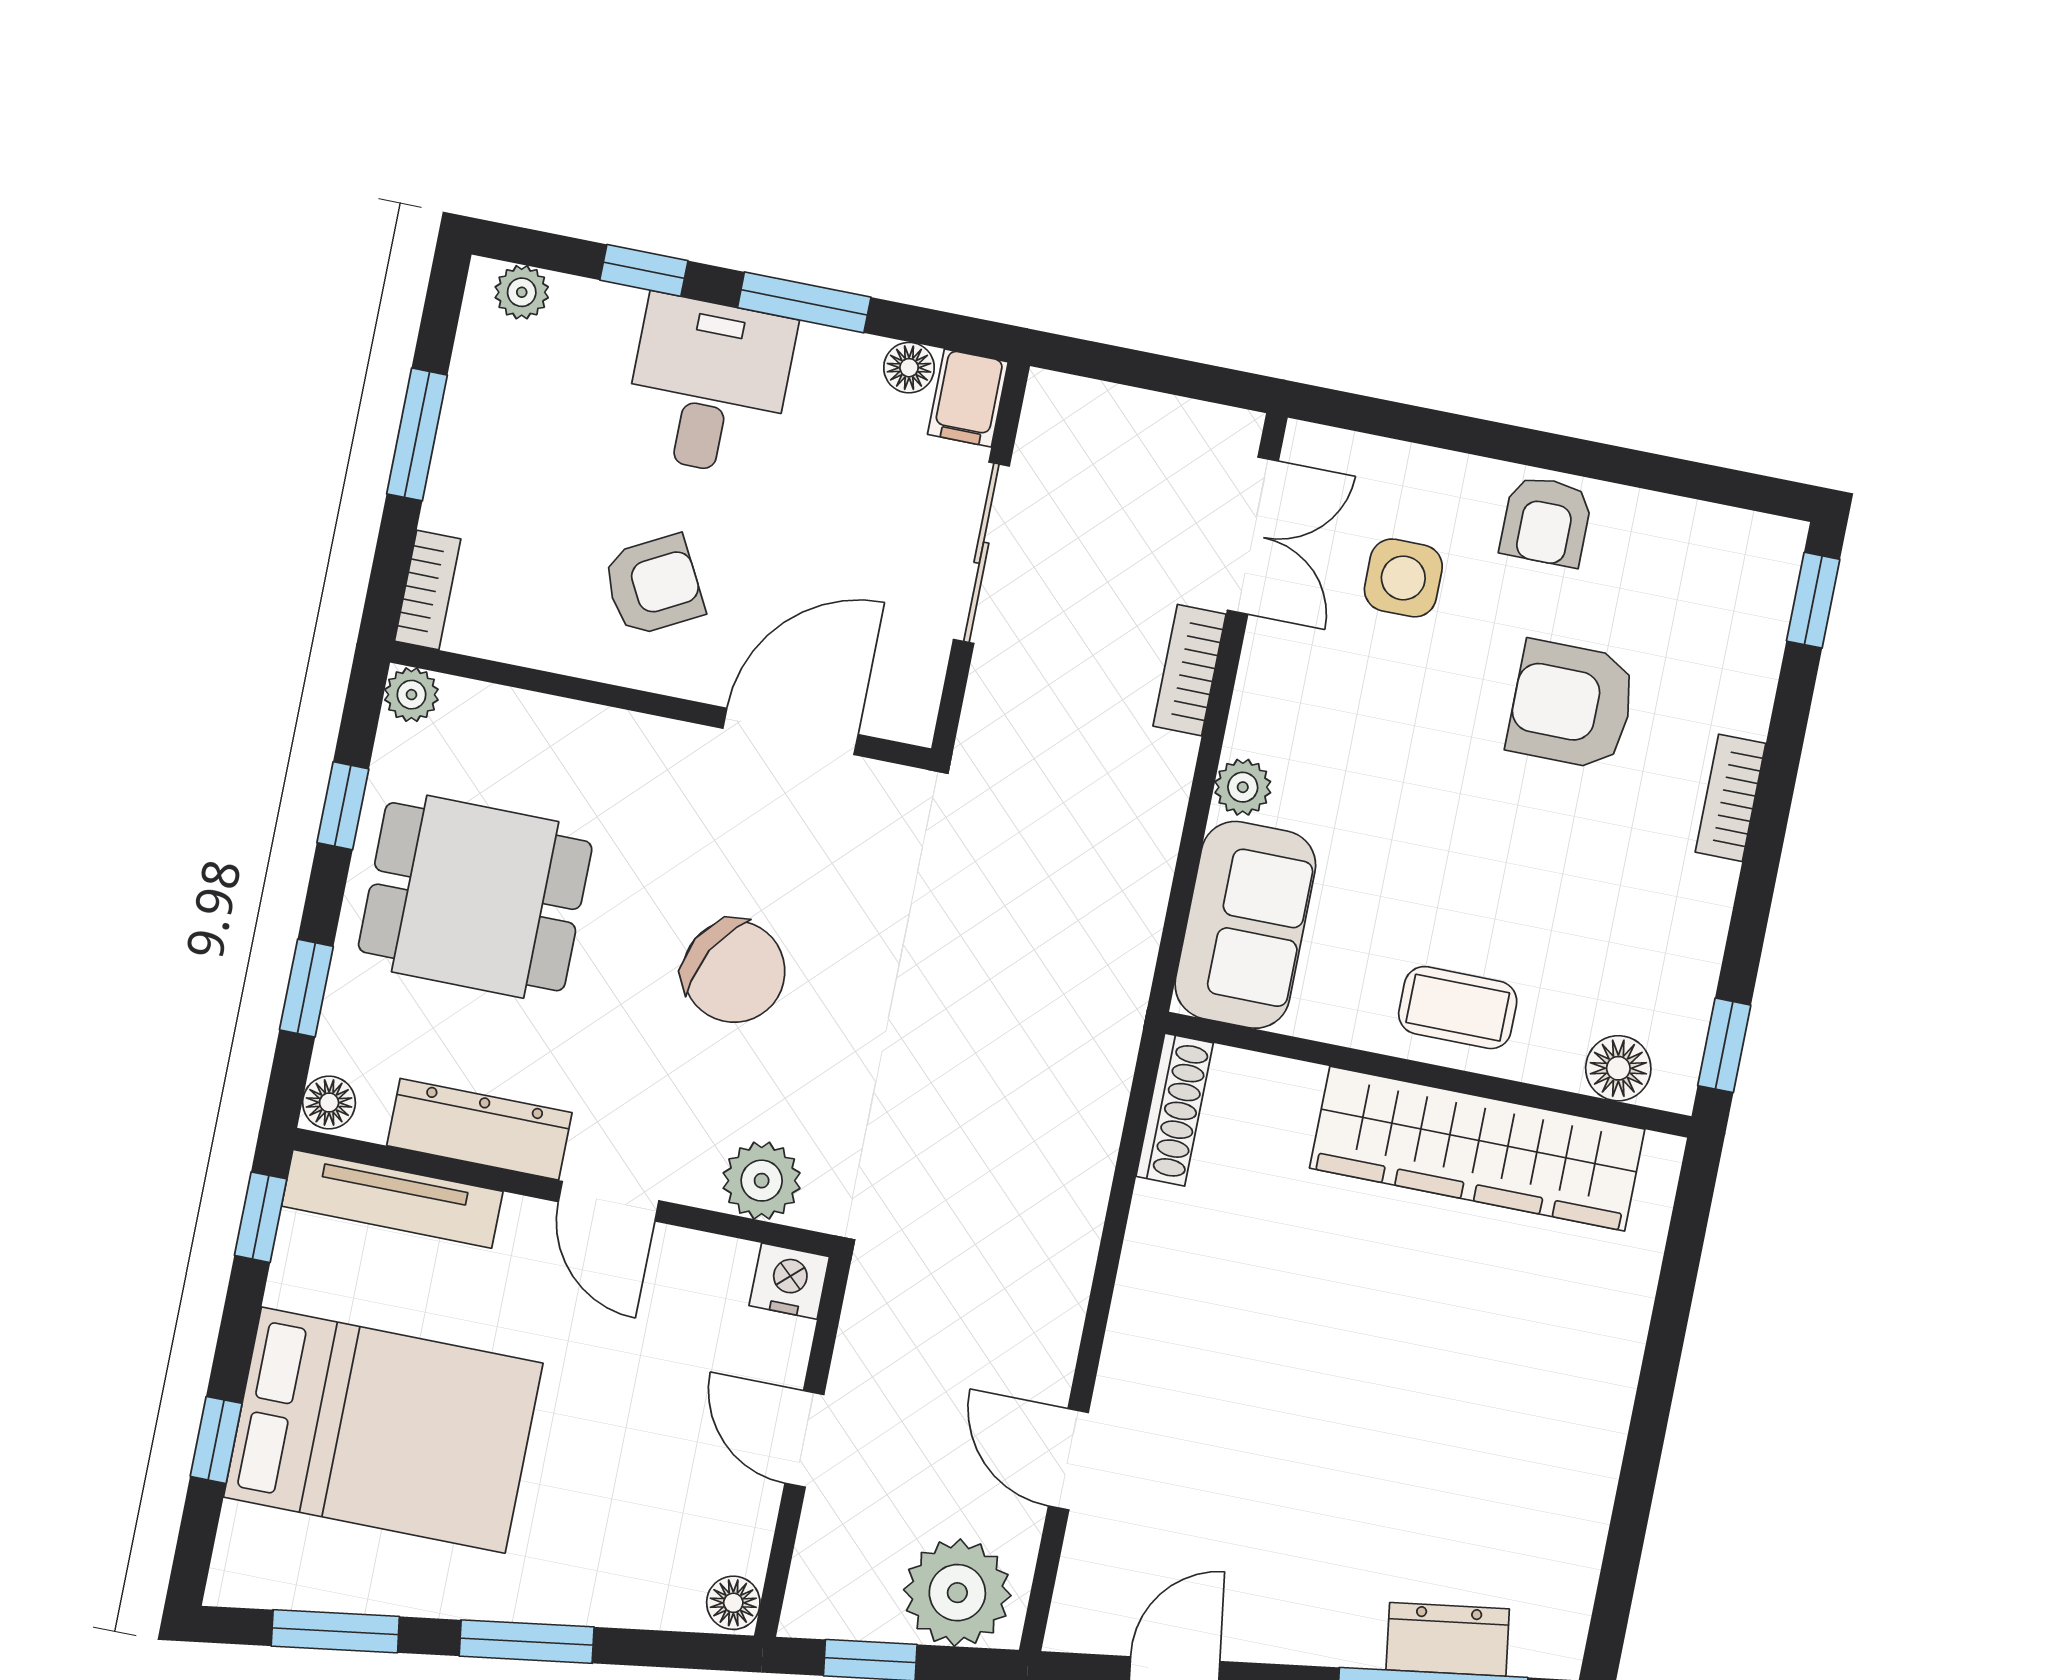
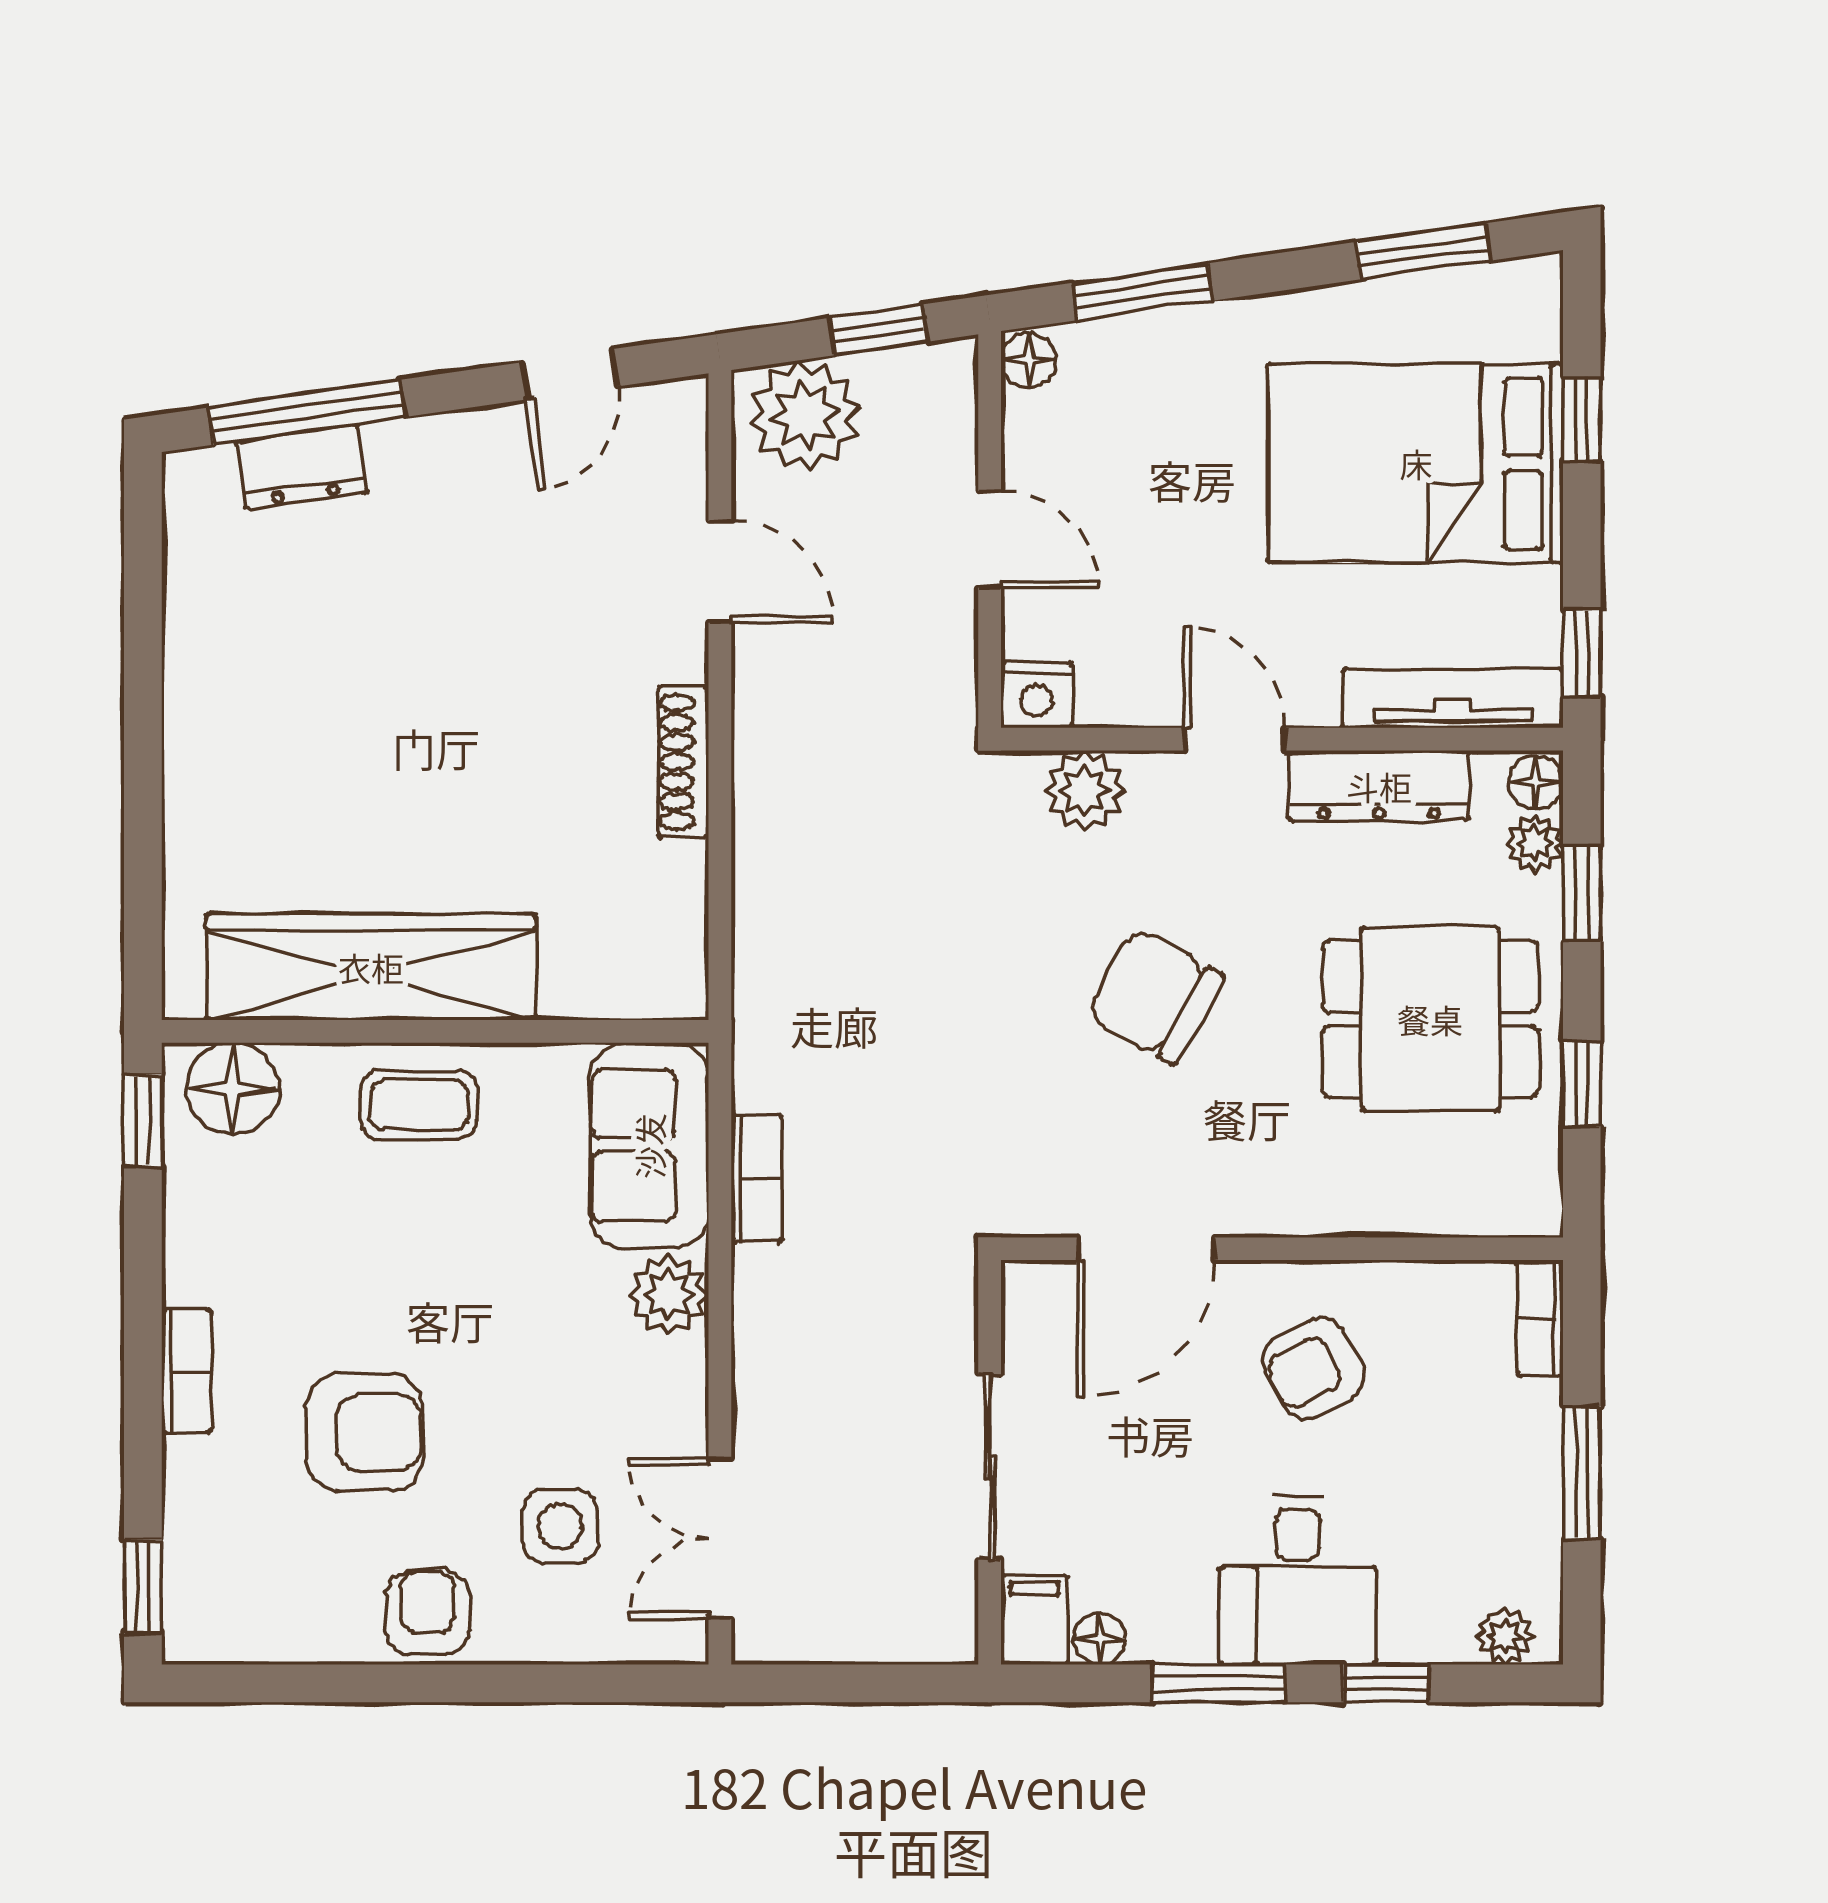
bookcase: (1189, 670) -> (757, 1179), moved
plant: (411, 695) -> (1535, 843), moved
plant: (1243, 787) -> (669, 1294), width x1.38, depth x1.38
floor lamp: (1618, 1068) -> (232, 1089), width x1.38, depth x1.38
shoe rack: (1175, 1110) -> (683, 762), moved
window: (527, 1642) -> (1143, 292), moved

